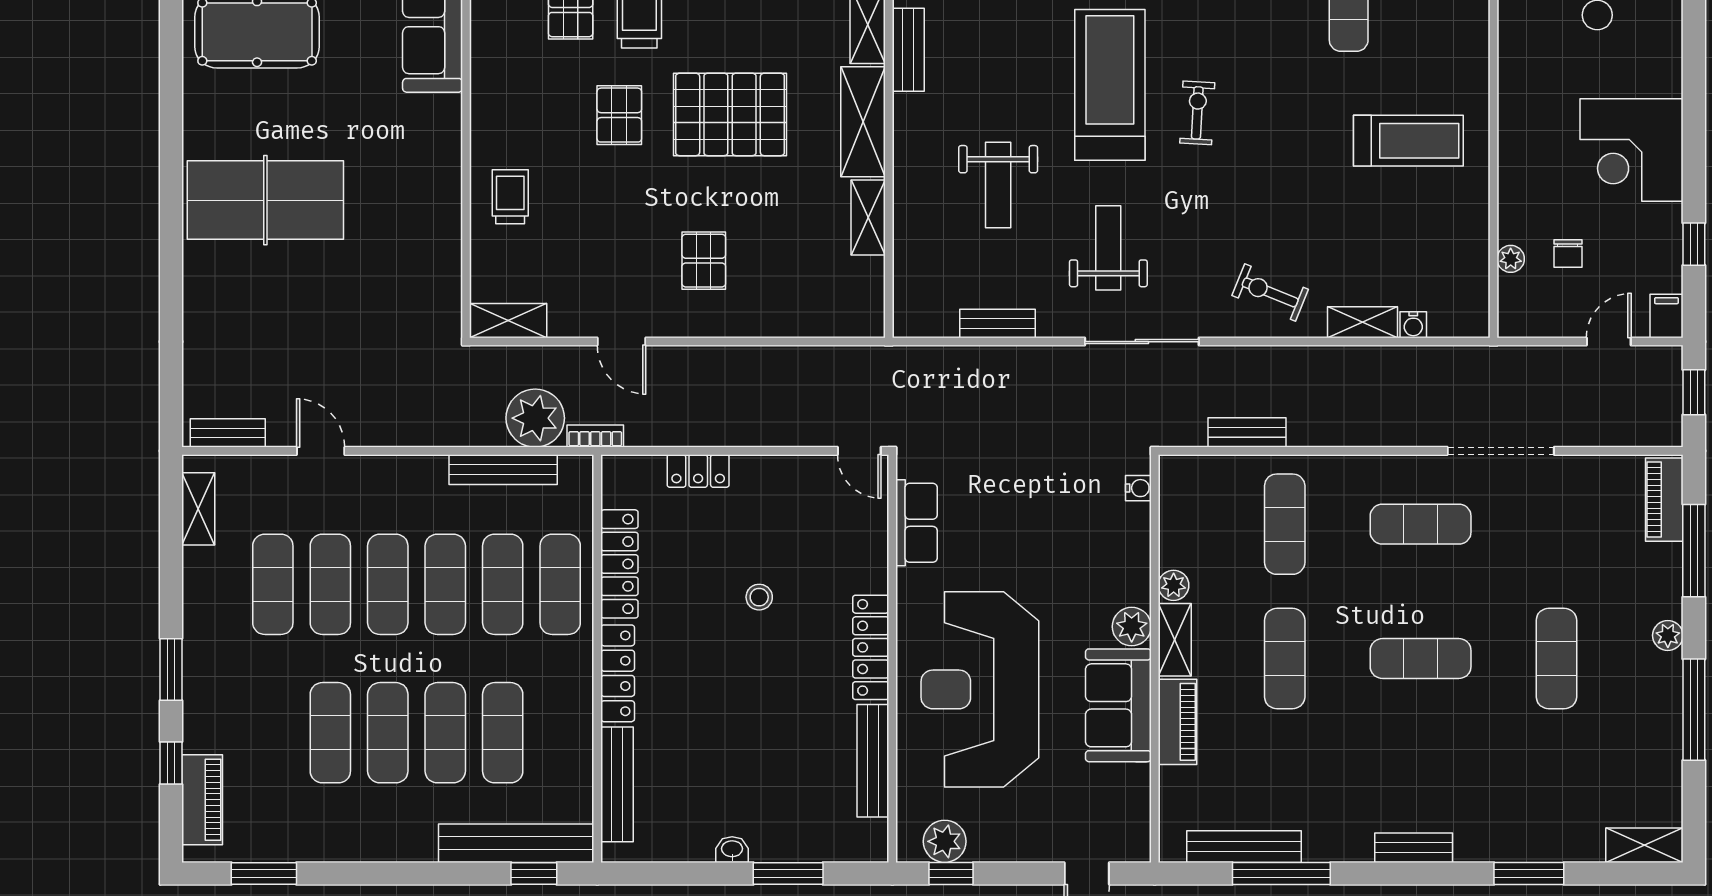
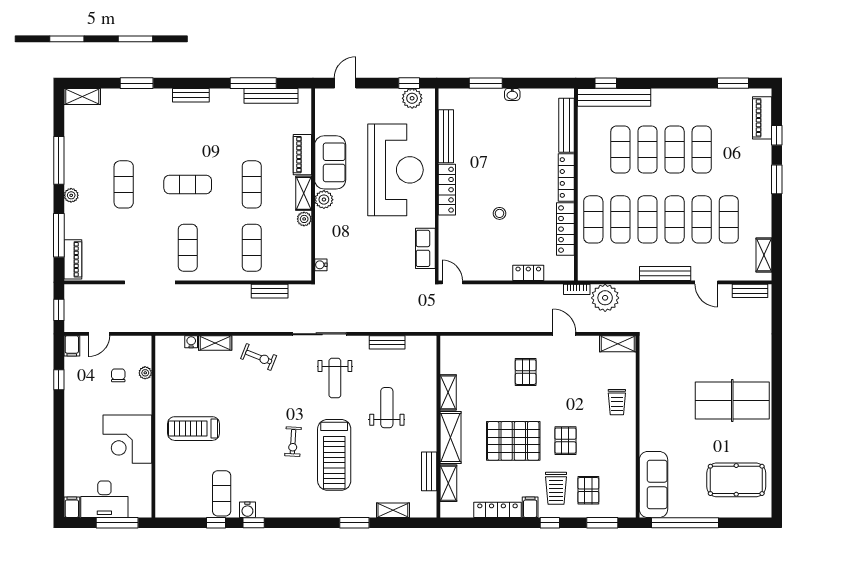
corner desk: (1632, 150) -> (127, 439), moved, turned 180
bench: (503, 470) -> (665, 274), moved
exercise mat: (1421, 524) -> (188, 248), turned 90

